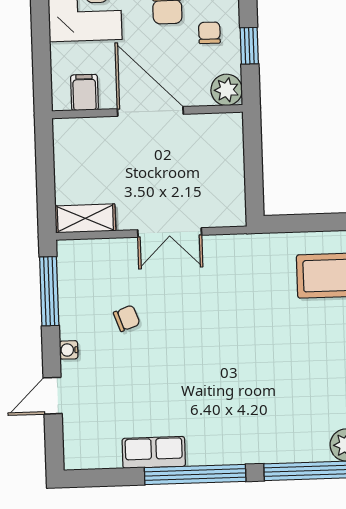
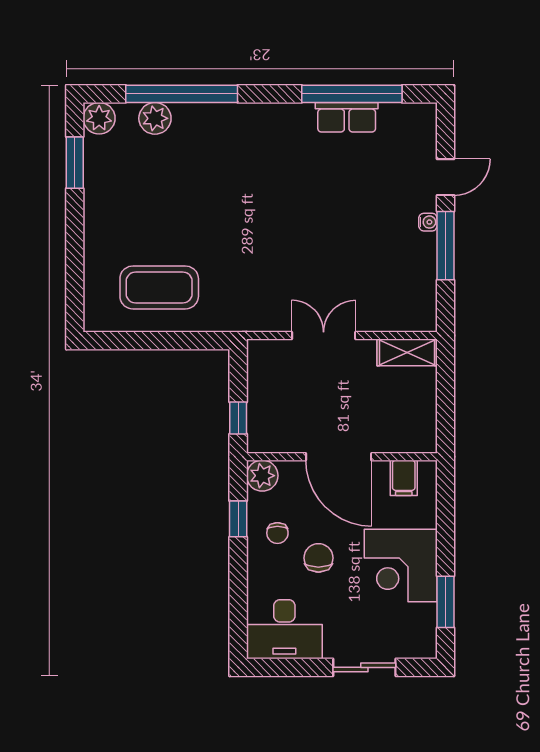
window: (253, 147) -> (238, 418), added
window: (49, 291) -> (445, 246), moved
chair: (127, 318) -> (369, 252), removed
window: (195, 475) -> (352, 94), moved

